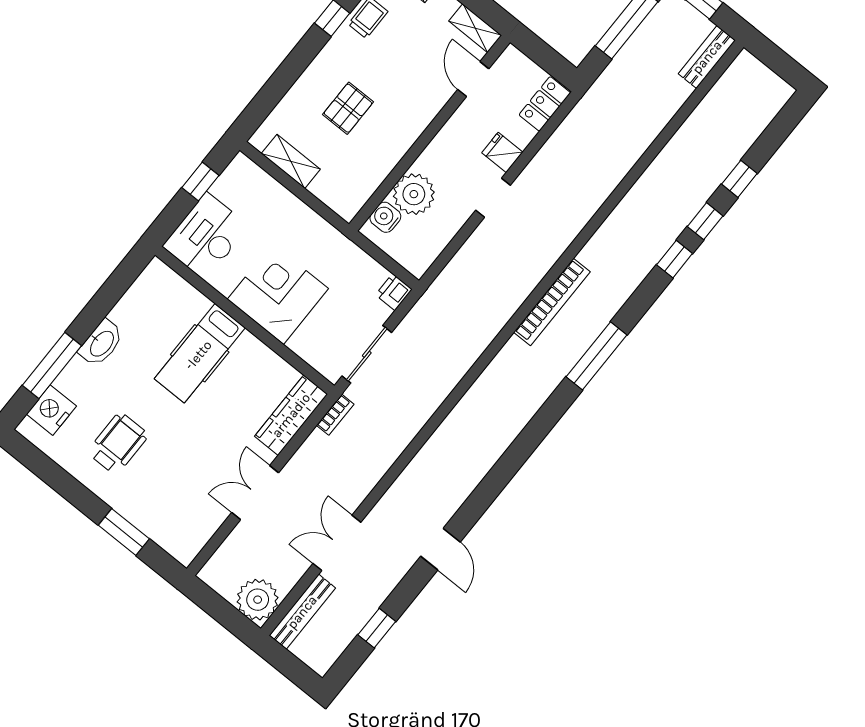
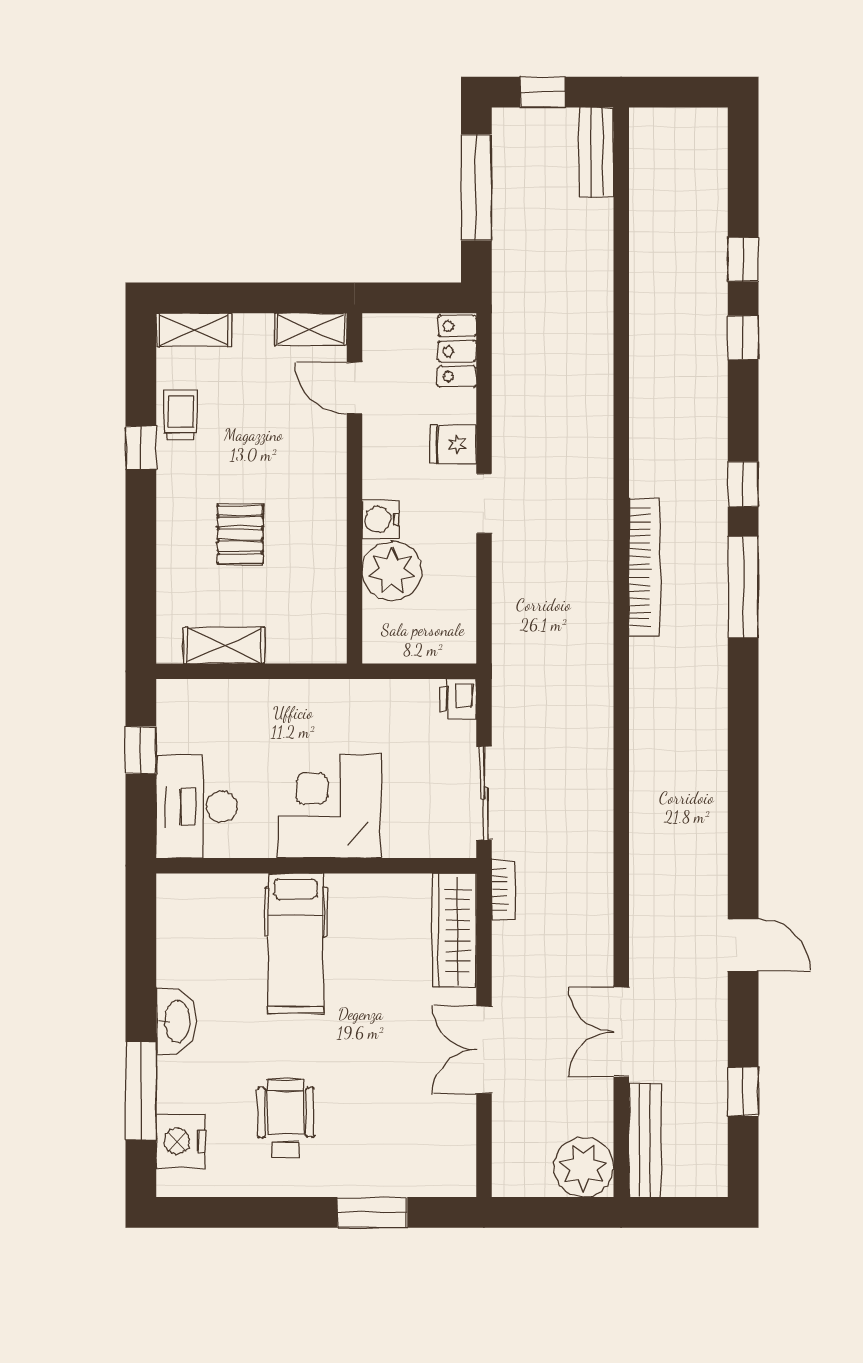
water cooler: (385, 217) -> (381, 519), moved
window: (675, 259) -> (743, 484), moved

